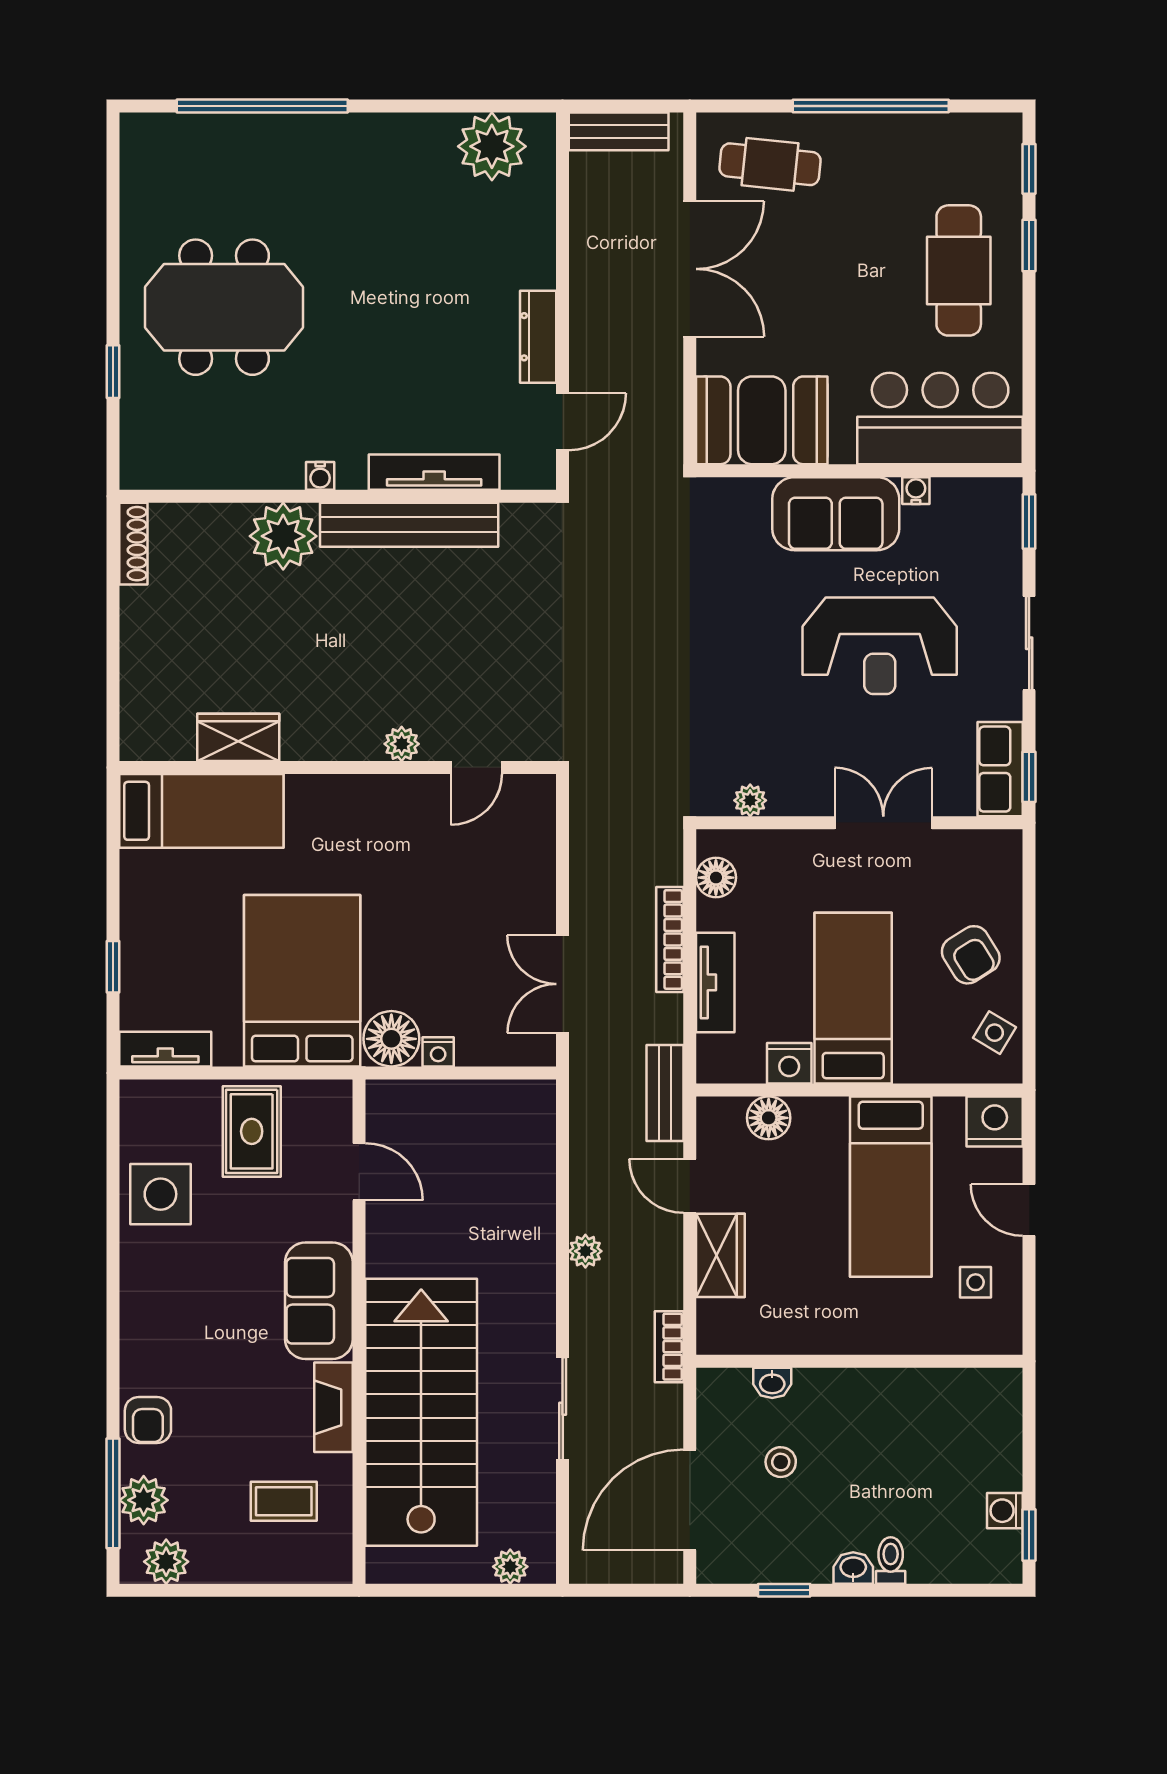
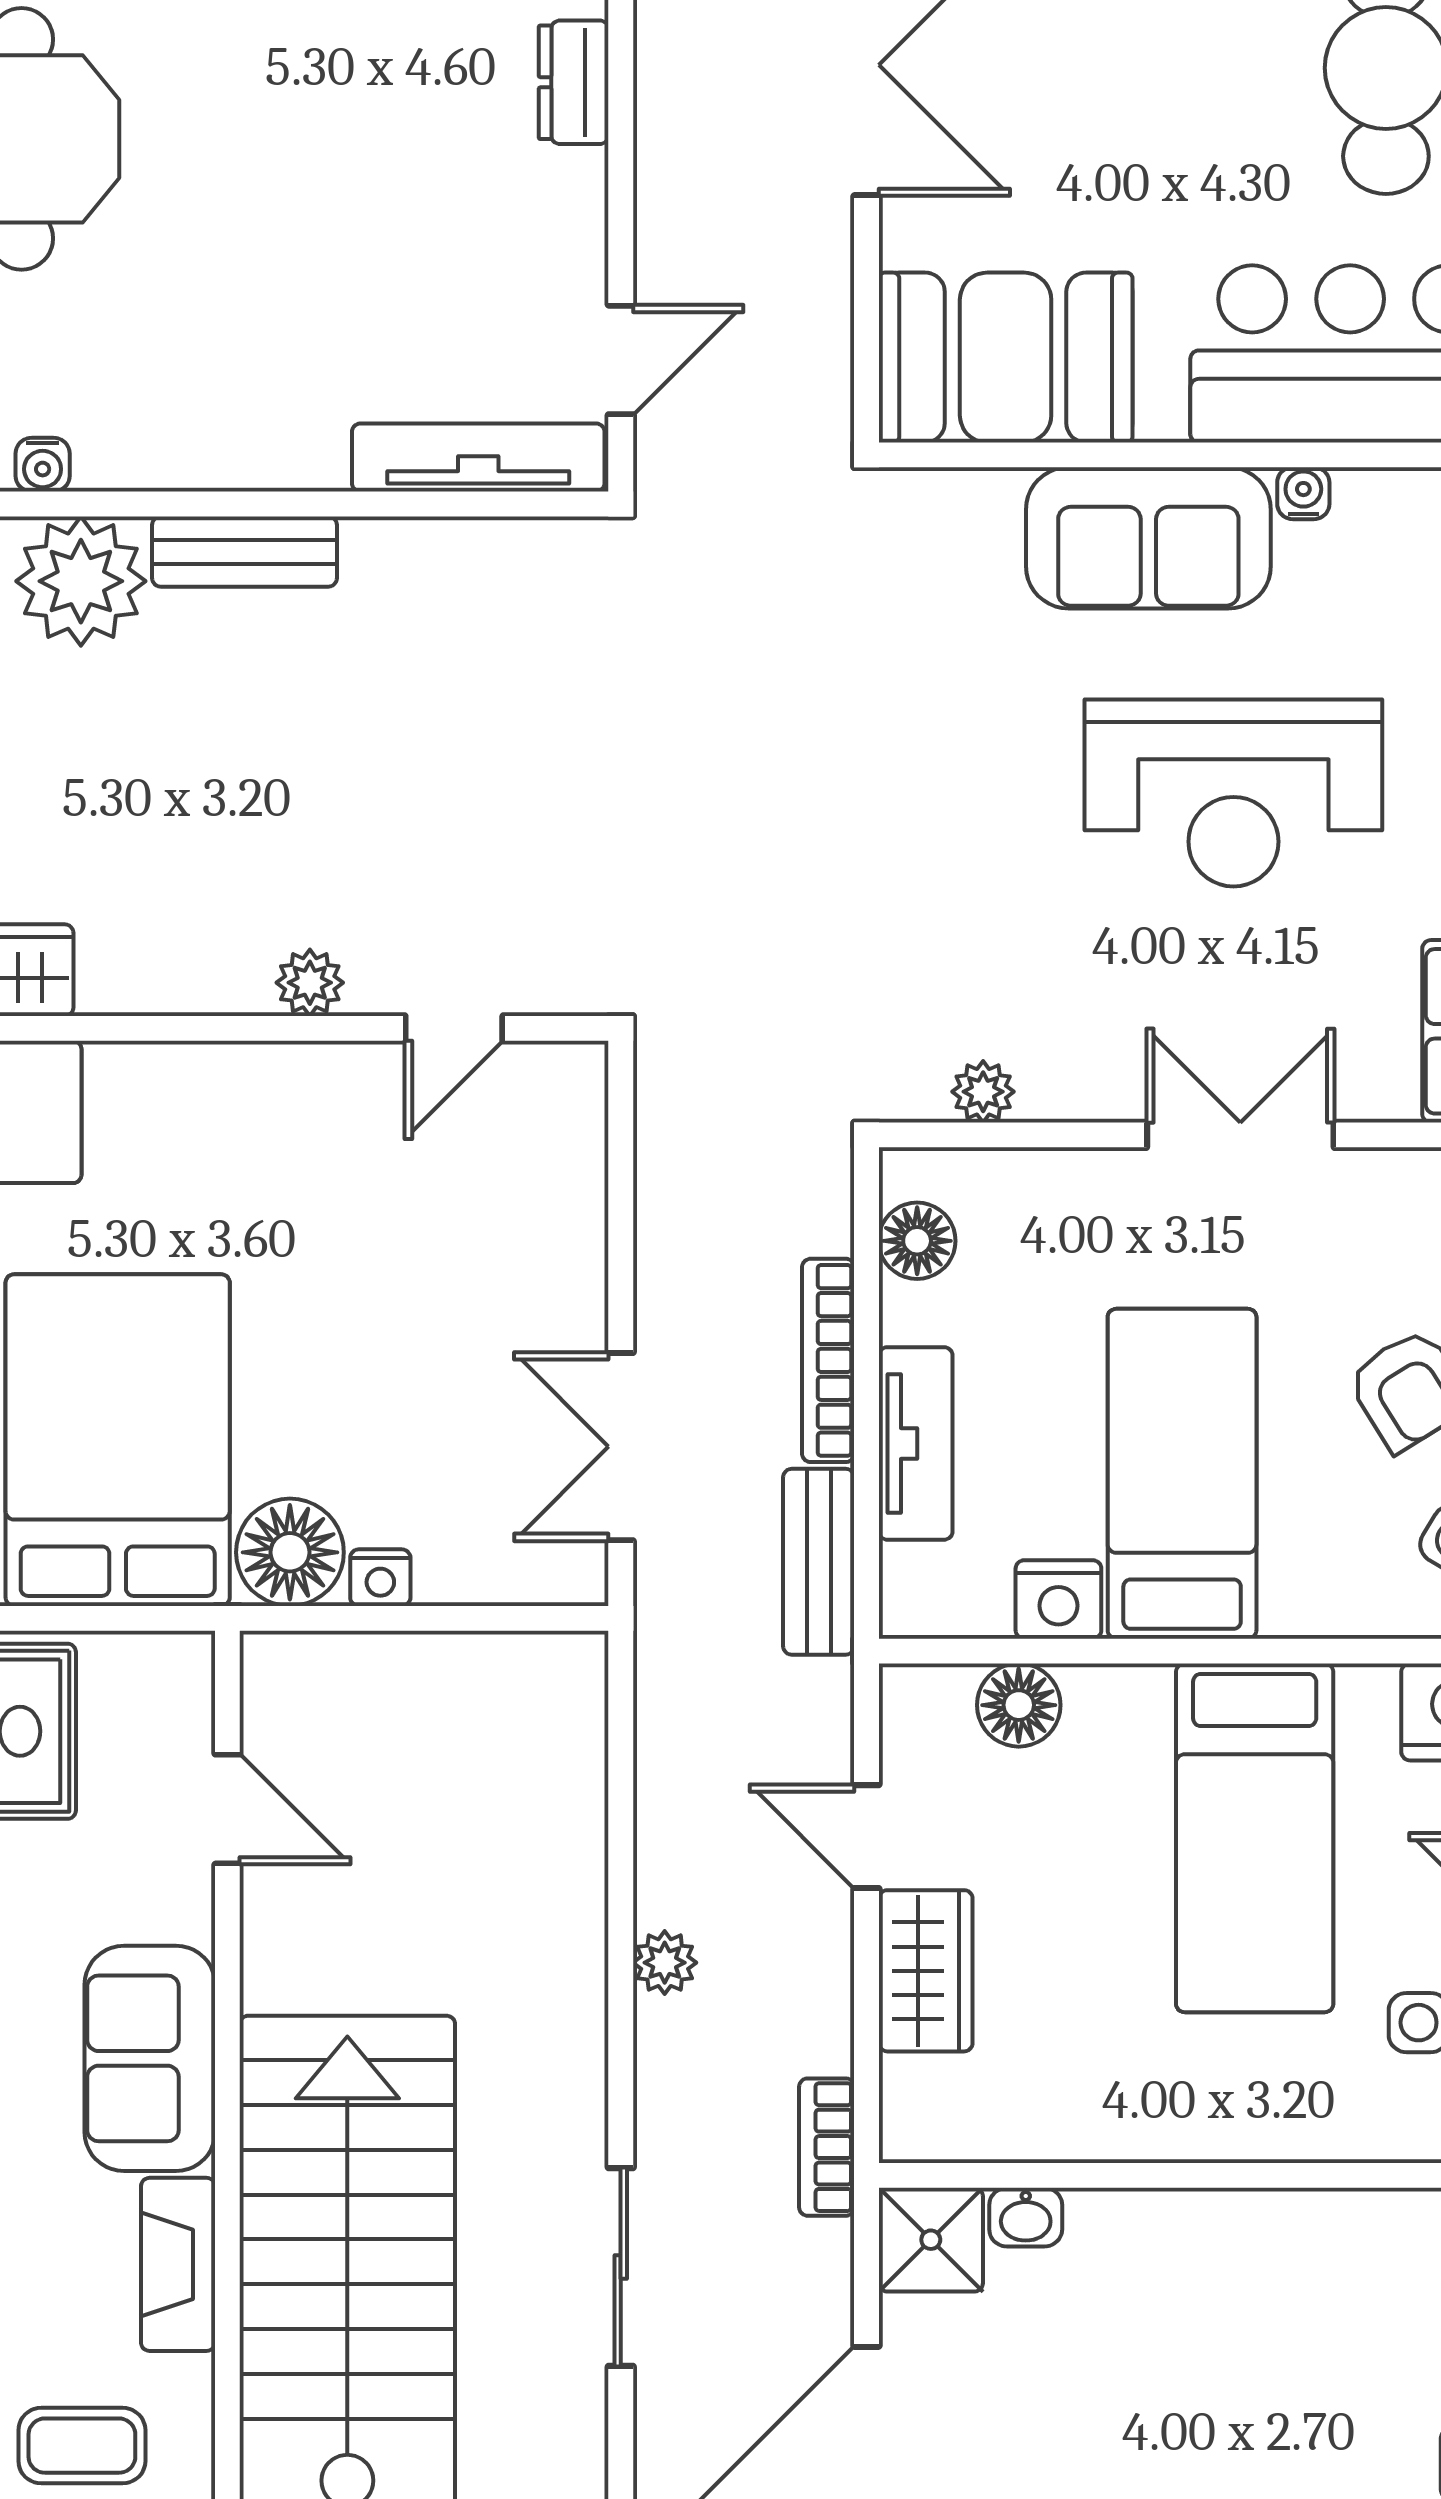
dresser: (538, 337) -> (574, 82), moved, width x0.70
tv unit: (434, 472) -> (478, 458), moved
water cooler: (320, 476) -> (43, 465), moved
bench: (409, 525) -> (244, 552), width x0.54, depth x0.82
bench: (665, 1093) -> (819, 1562), moved
shower: (723, 1395) -> (931, 2240), added
stool: (781, 1462) -> (1042, 2370), removed

